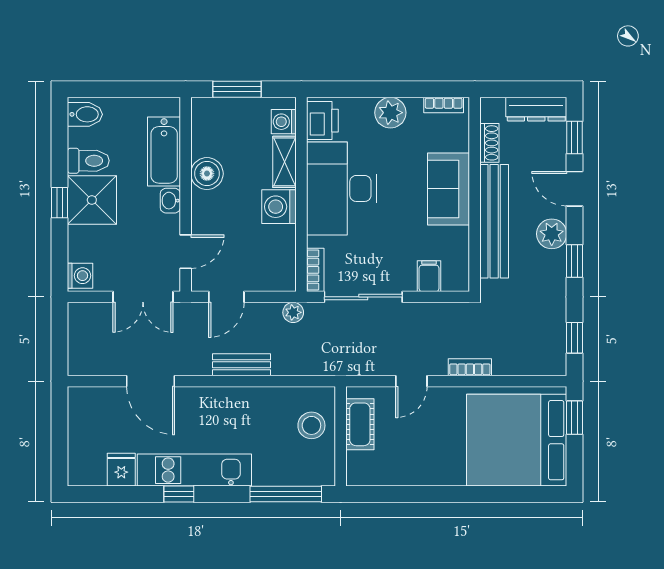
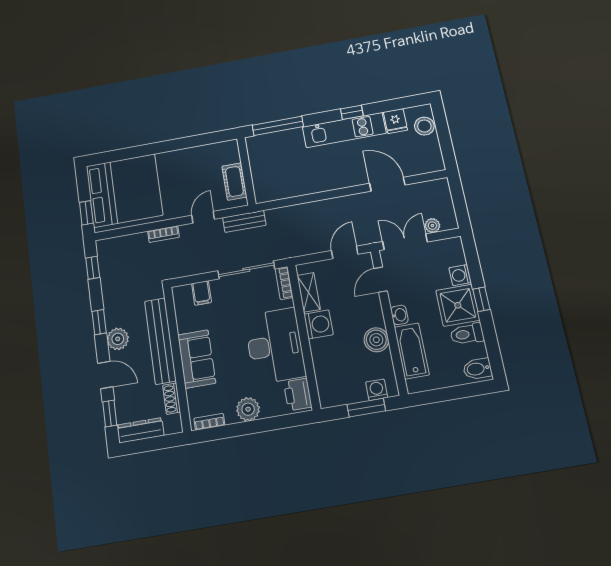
washing machine: (284, 122) -> (377, 390), moved, turned -90
shelving: (284, 162) -> (309, 292), moved
washing machine: (80, 276) -> (460, 275), moved
plant: (293, 312) -> (432, 226), moved
bench: (241, 365) -> (244, 221), moved
stool: (311, 425) -> (424, 126), moved

